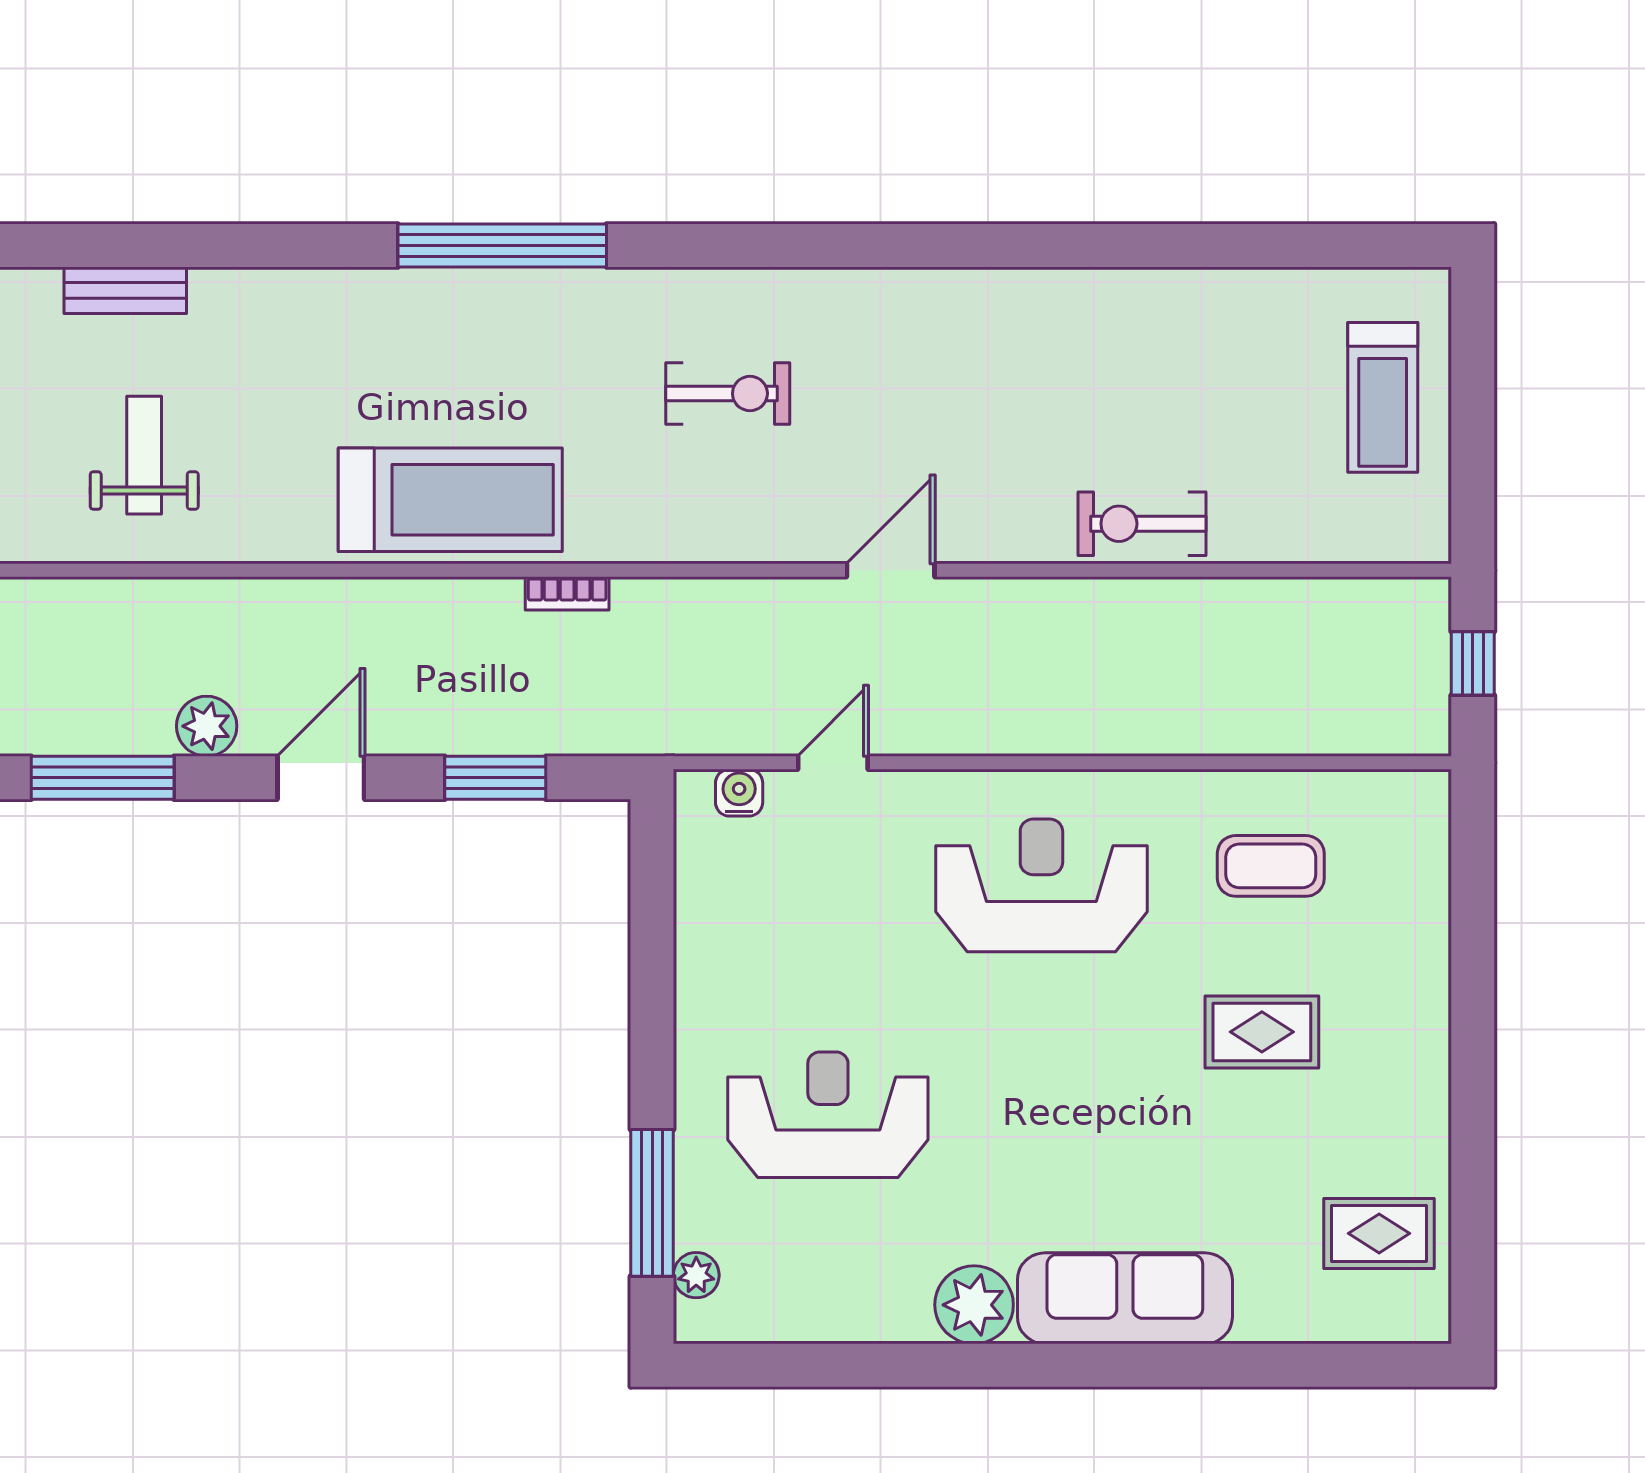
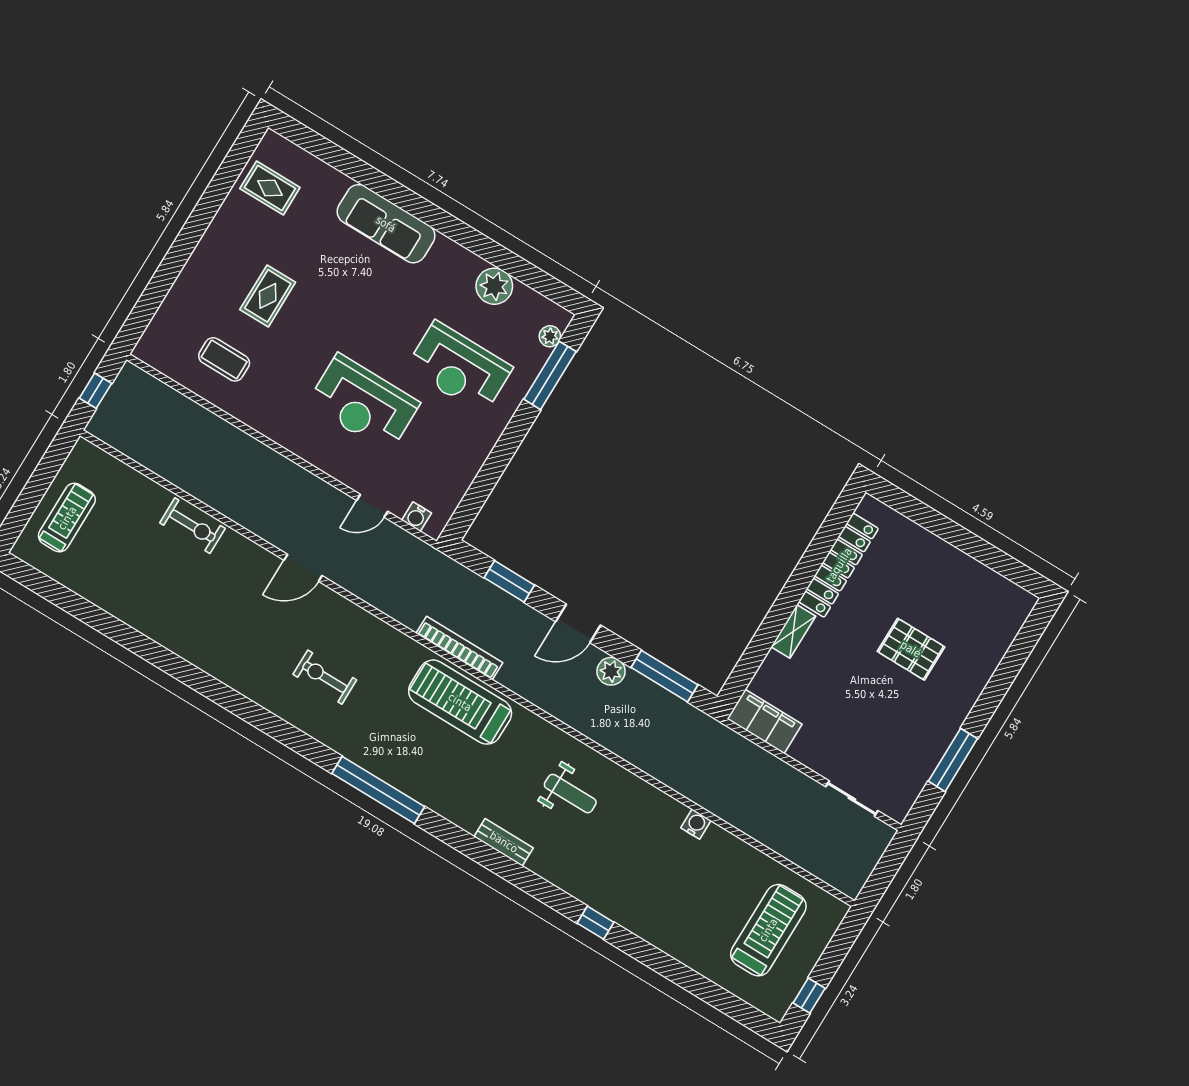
bench: (125, 290) -> (504, 842), moved
weight bench: (144, 455) -> (570, 794), turned -90
bookcase: (567, 593) -> (459, 648), width x2.31, depth x1.31
reception desk: (1041, 885) -> (363, 403), moved
rug: (1262, 1032) -> (268, 296), turned 90
plant: (974, 1305) -> (494, 286), moved

